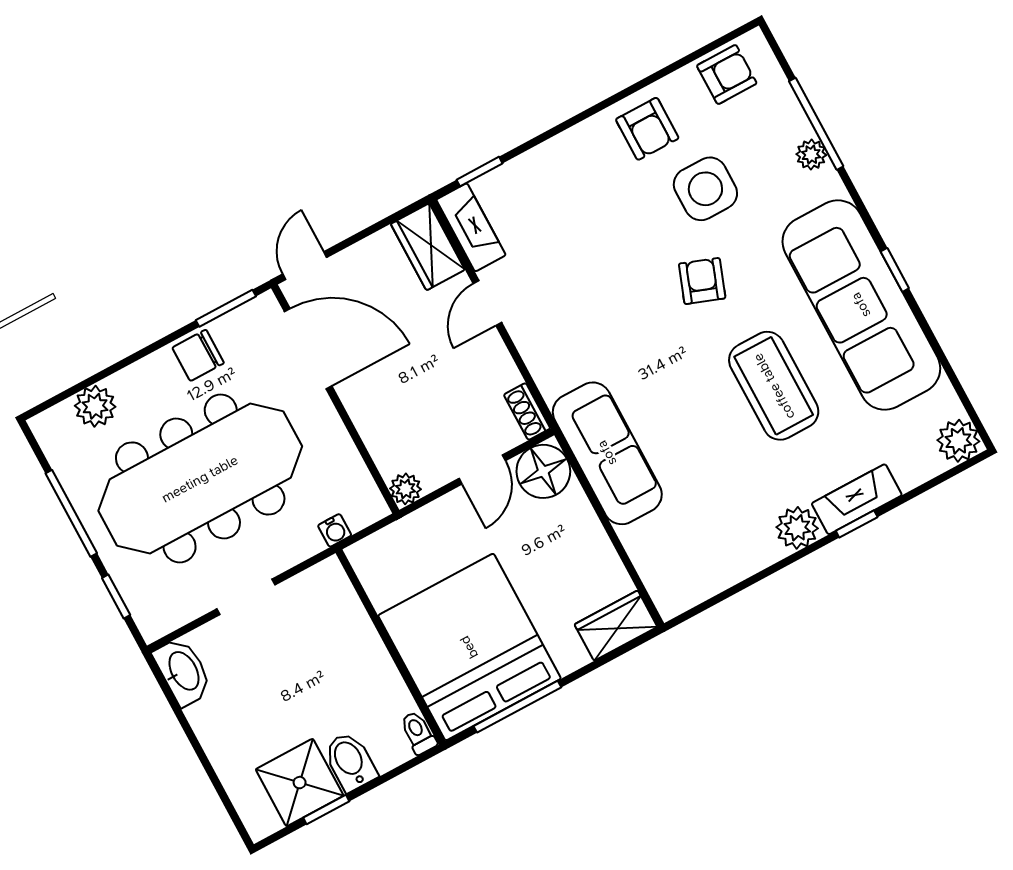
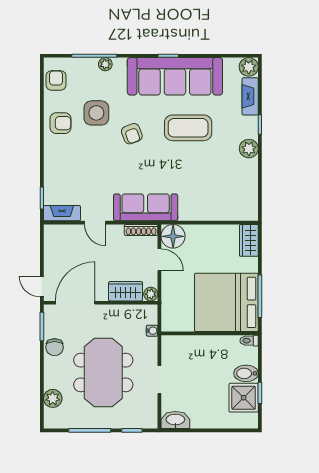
wardrobe: (428, 247) -> (126, 291), moved, turned 180
armchair: (702, 281) -> (132, 134), turned -131
shoe rack: (527, 411) -> (141, 230), width x1.43
sofa: (607, 453) -> (146, 207), moved
meeting table: (200, 479) -> (103, 372), width x0.73
fireplace: (857, 499) -> (250, 96), moved

